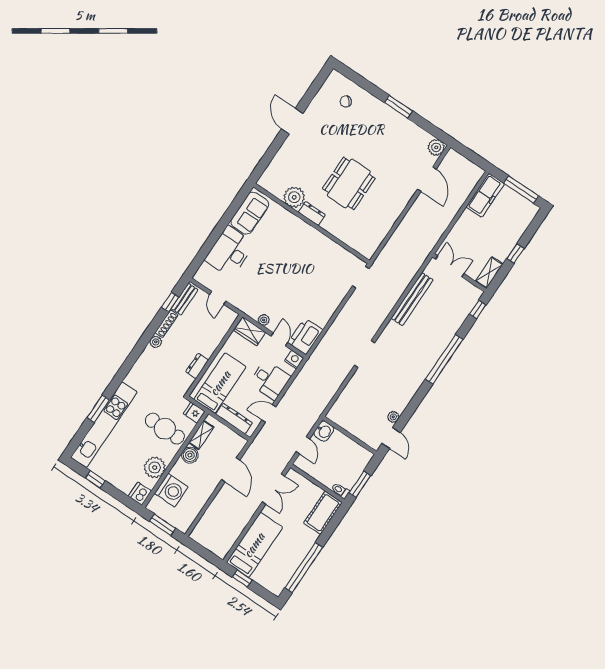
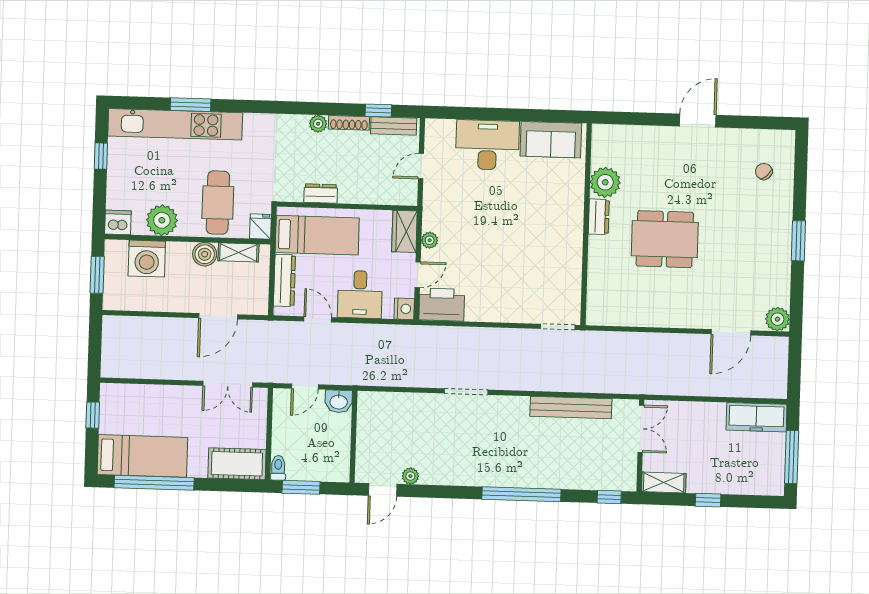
bed: (254, 545) -> (142, 456), moved

